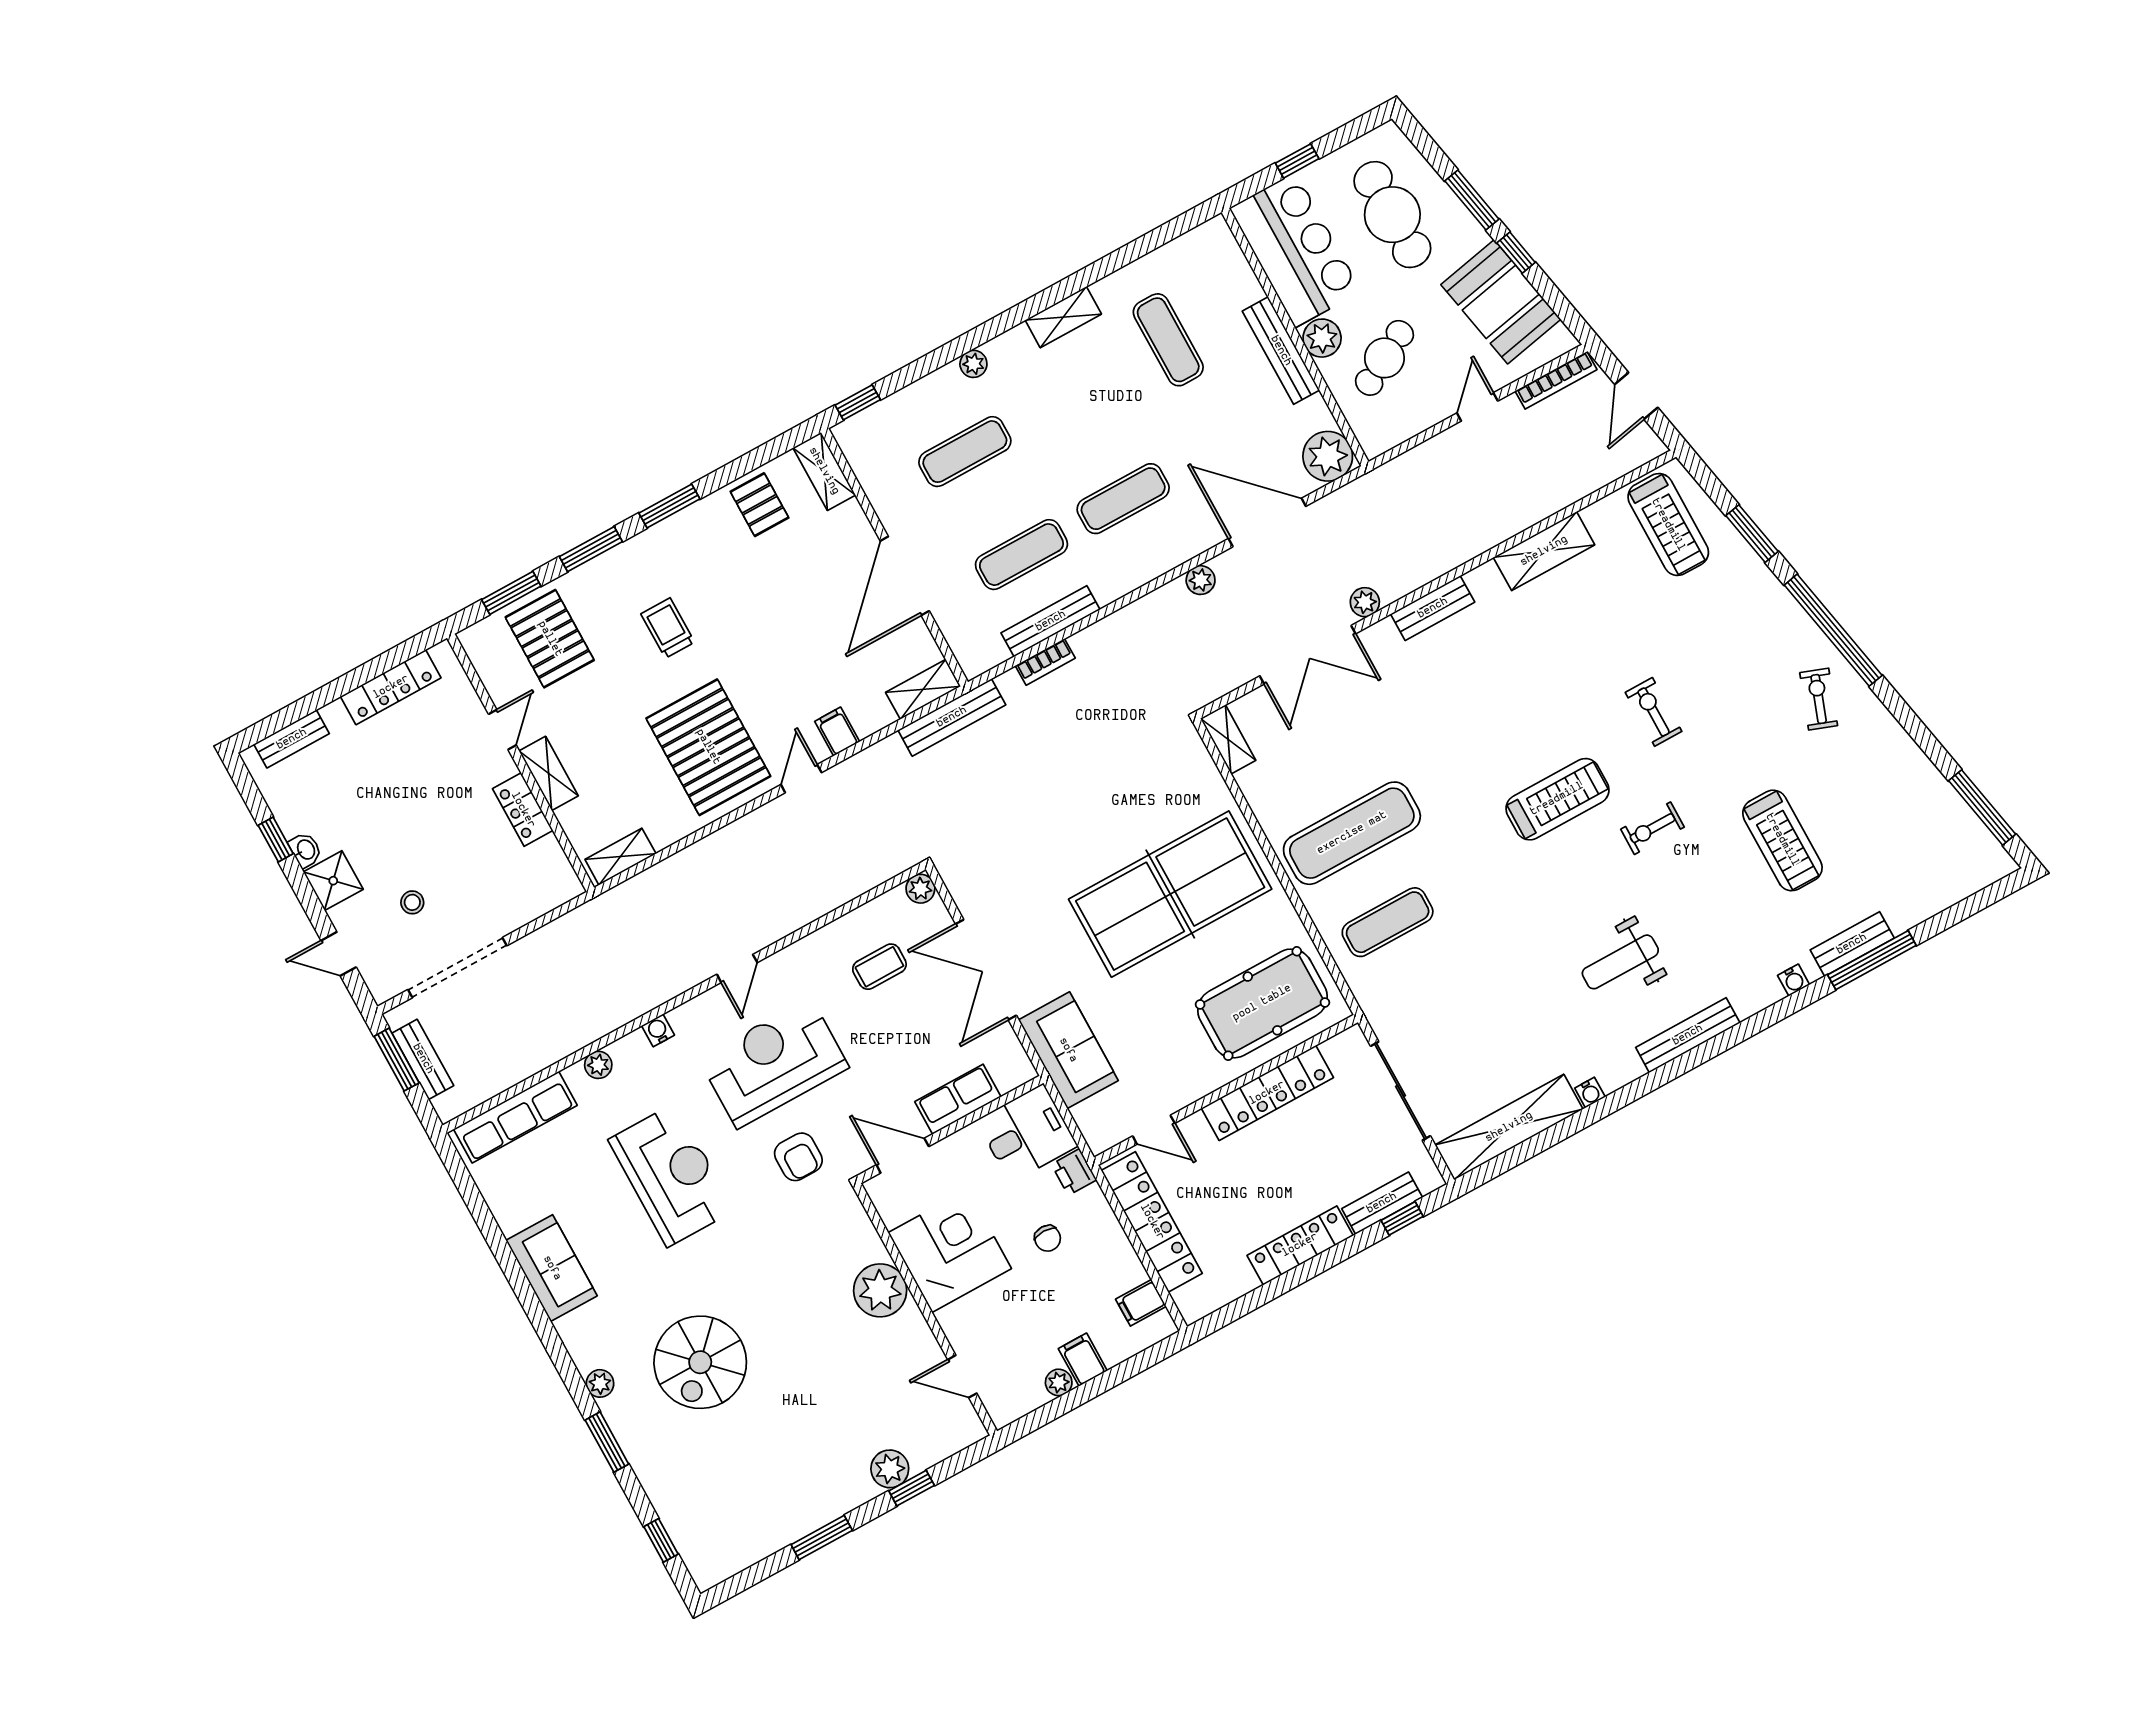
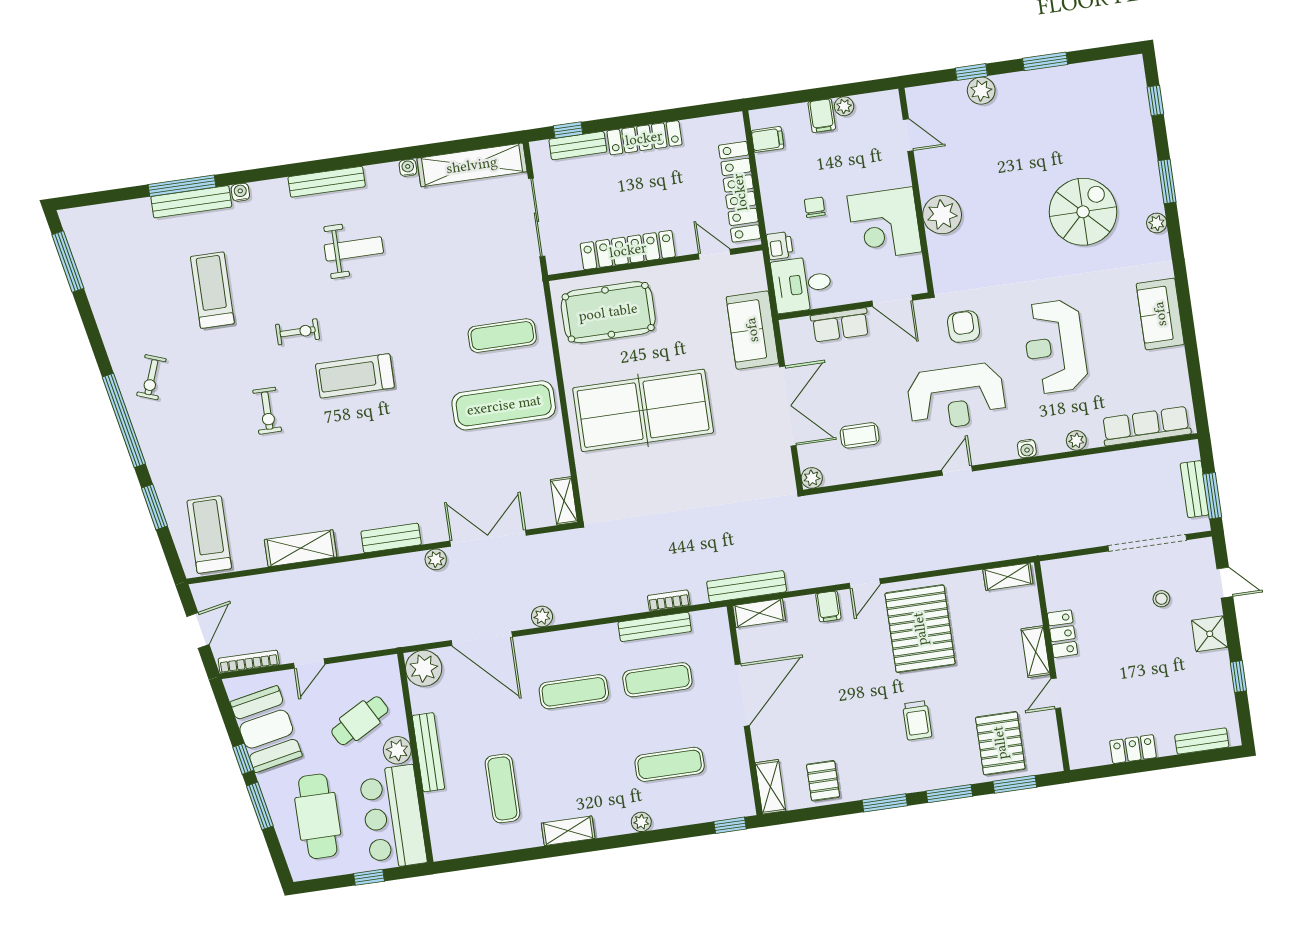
locker: (391, 687) -> (1133, 749), width x0.66
washbasin: (305, 850) -> (1221, 662), removed
bench: (1852, 944) -> (191, 202), width x1.36

